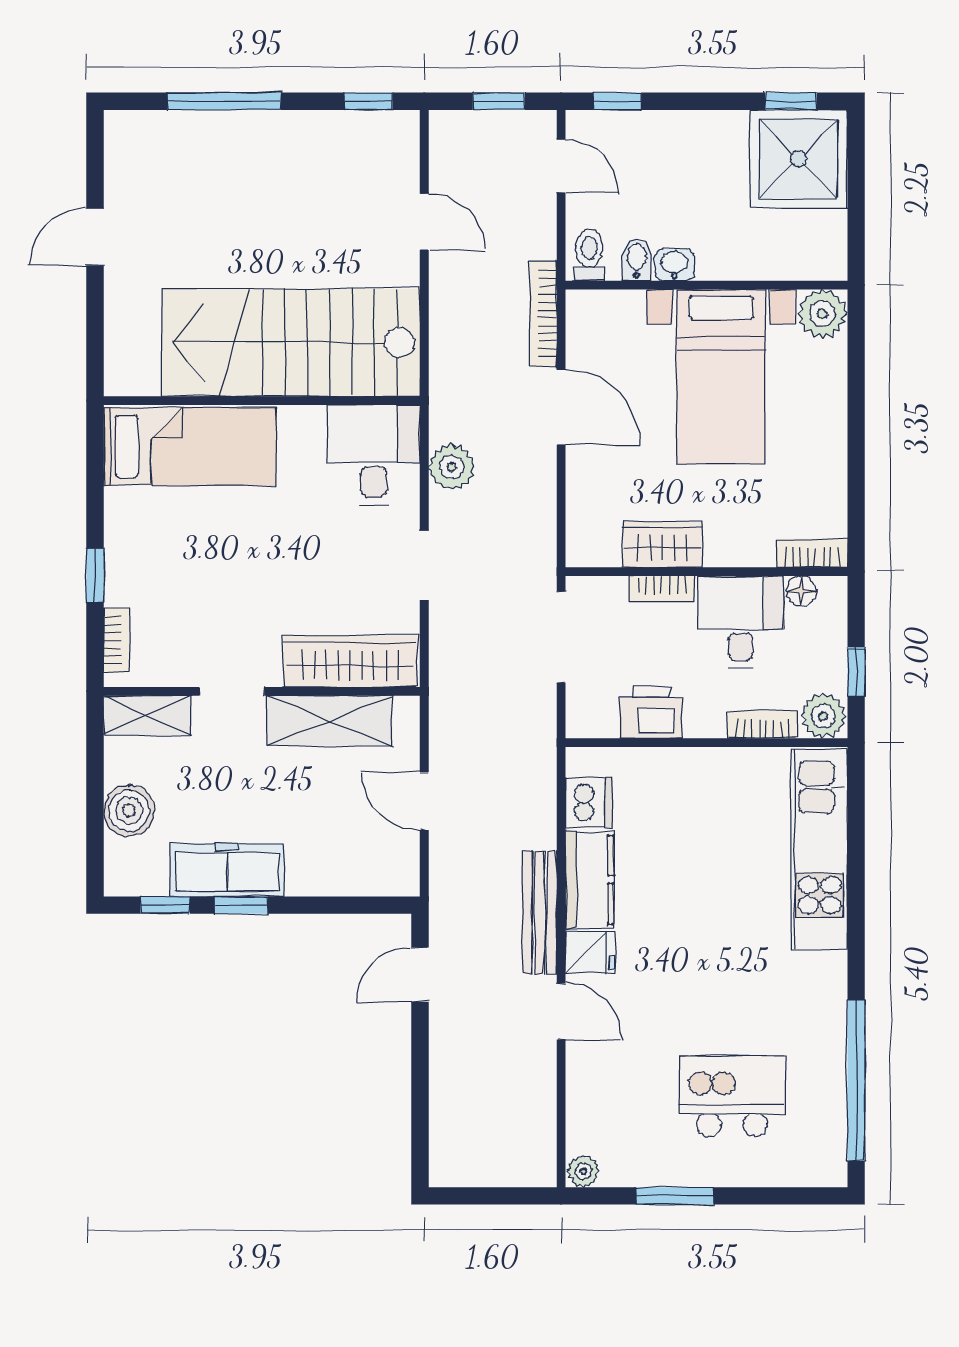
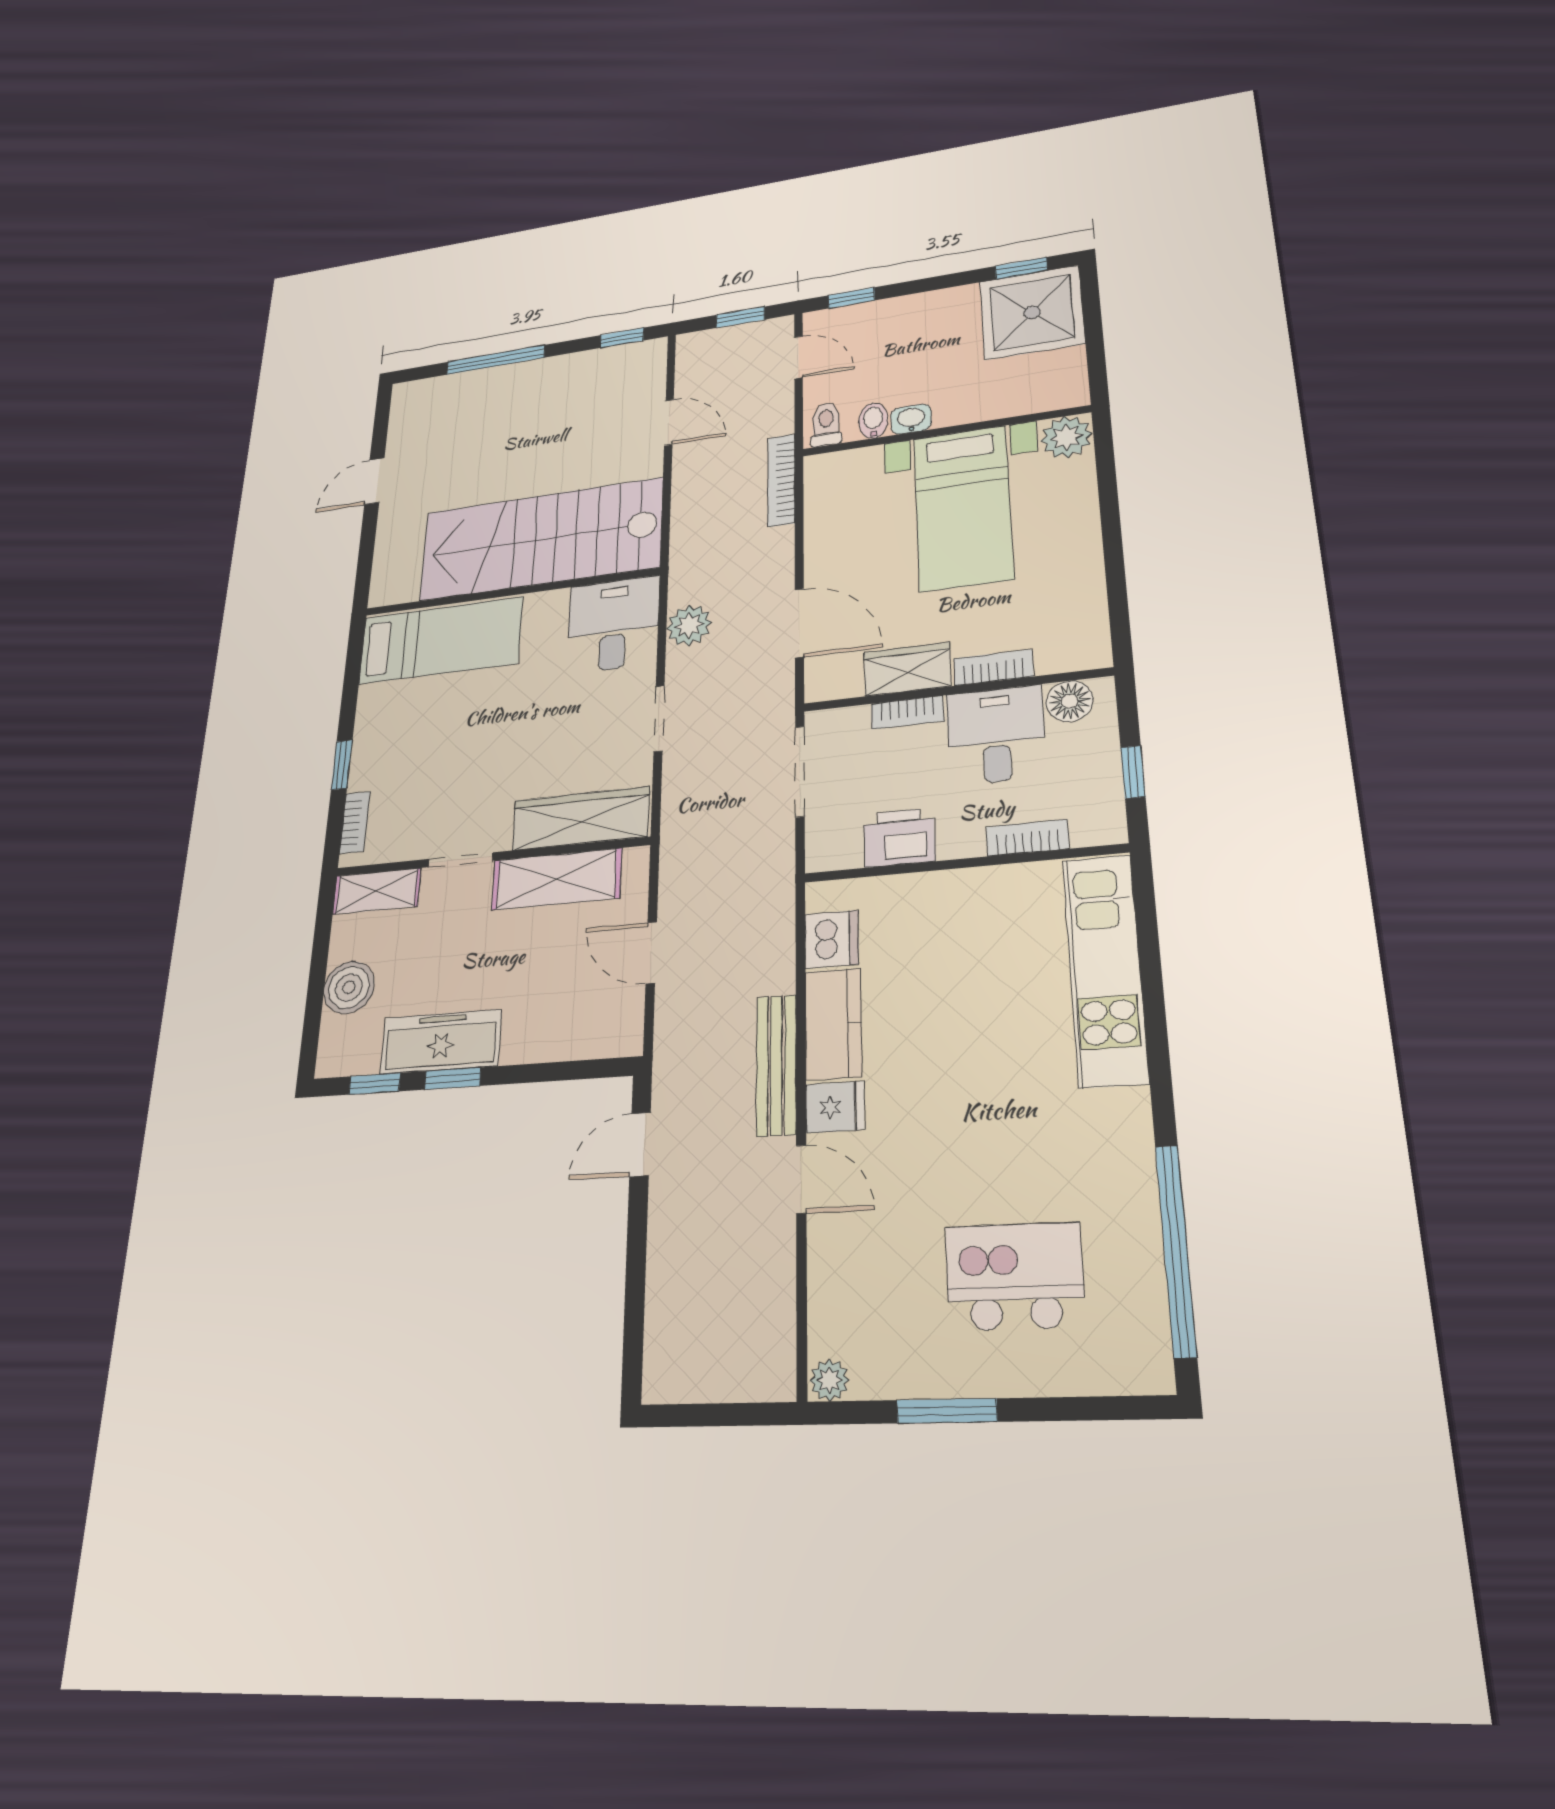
door: (561, 407) -> (799, 623), moved
bookcase: (812, 553) -> (993, 667), moved
floor lamp: (801, 591) -> (1070, 701), width x1.37, depth x1.37
plant: (823, 716) -> (1098, 822), removed

